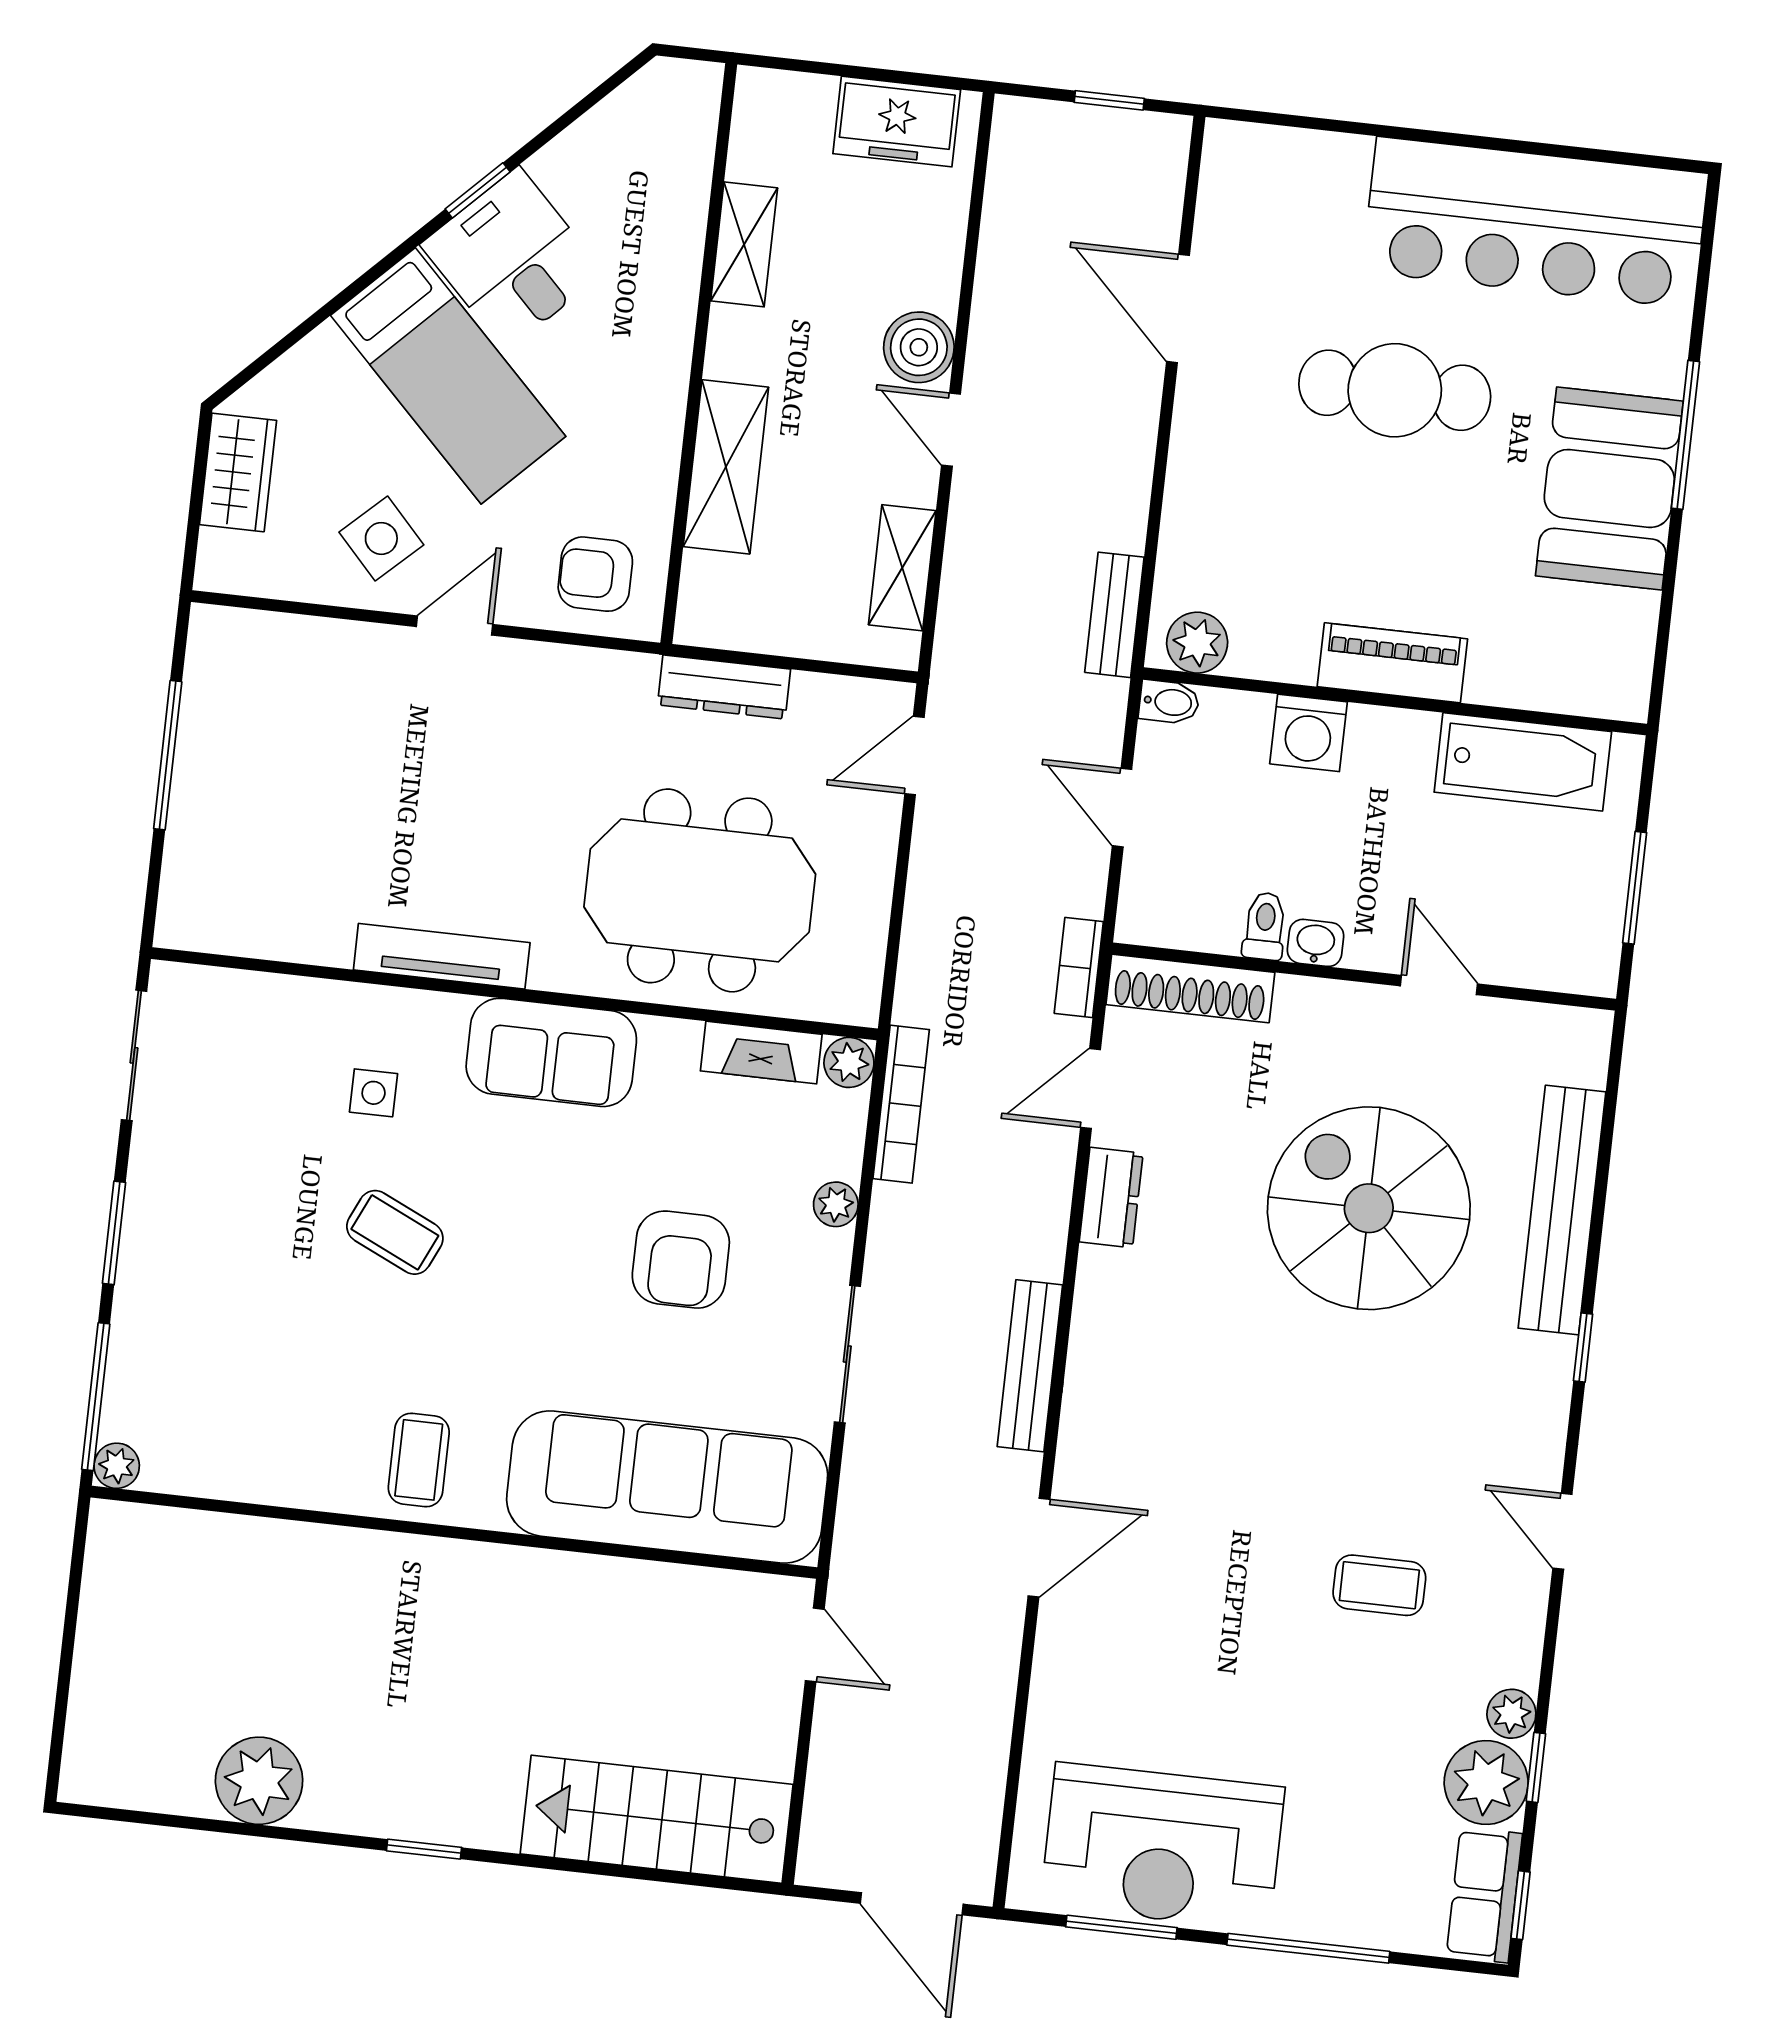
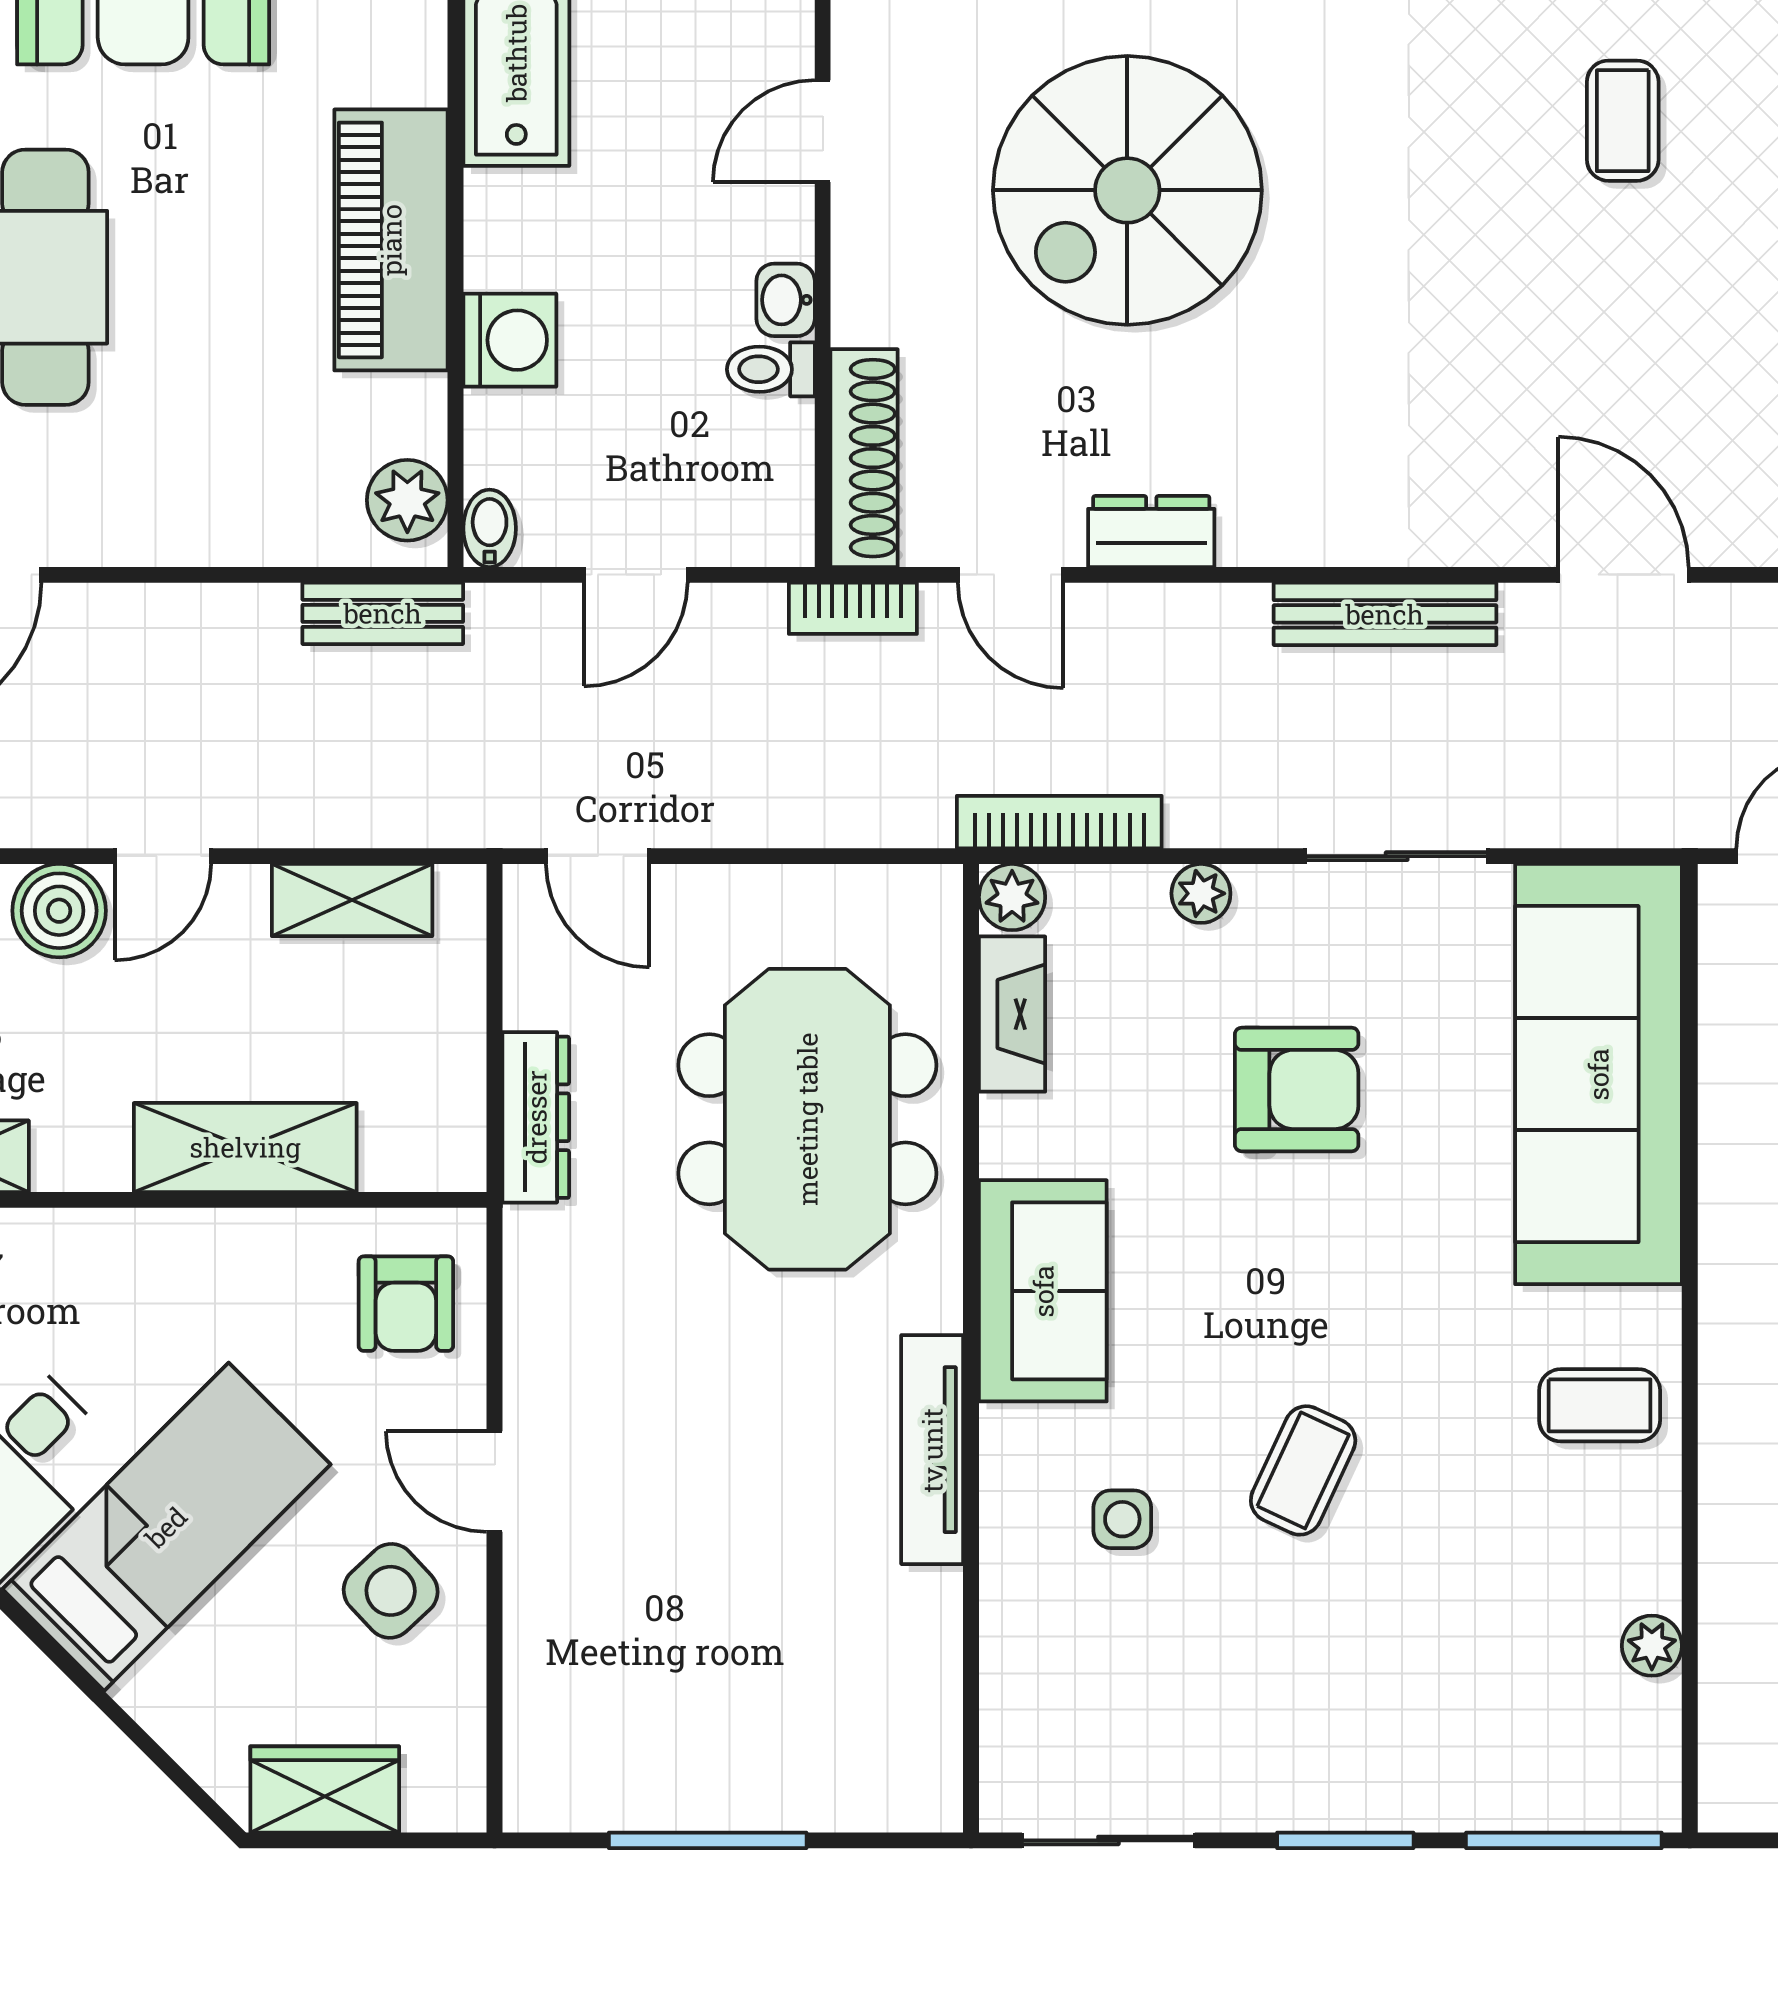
piano: (1392, 663) -> (391, 240), width x1.37, depth x1.33
plant: (117, 1466) -> (1652, 1646), moved

